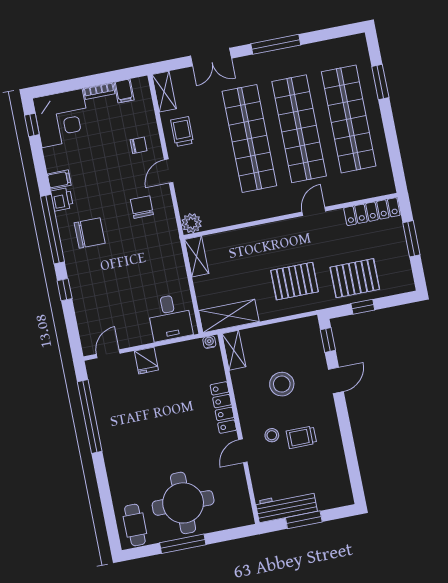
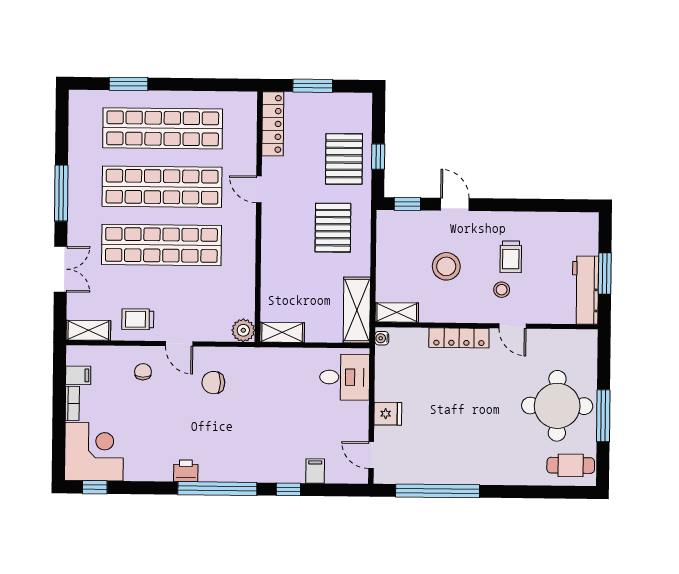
filing cabinet: (59, 180) -> (315, 471), moved
chair: (90, 233) -> (230, 448), removed

